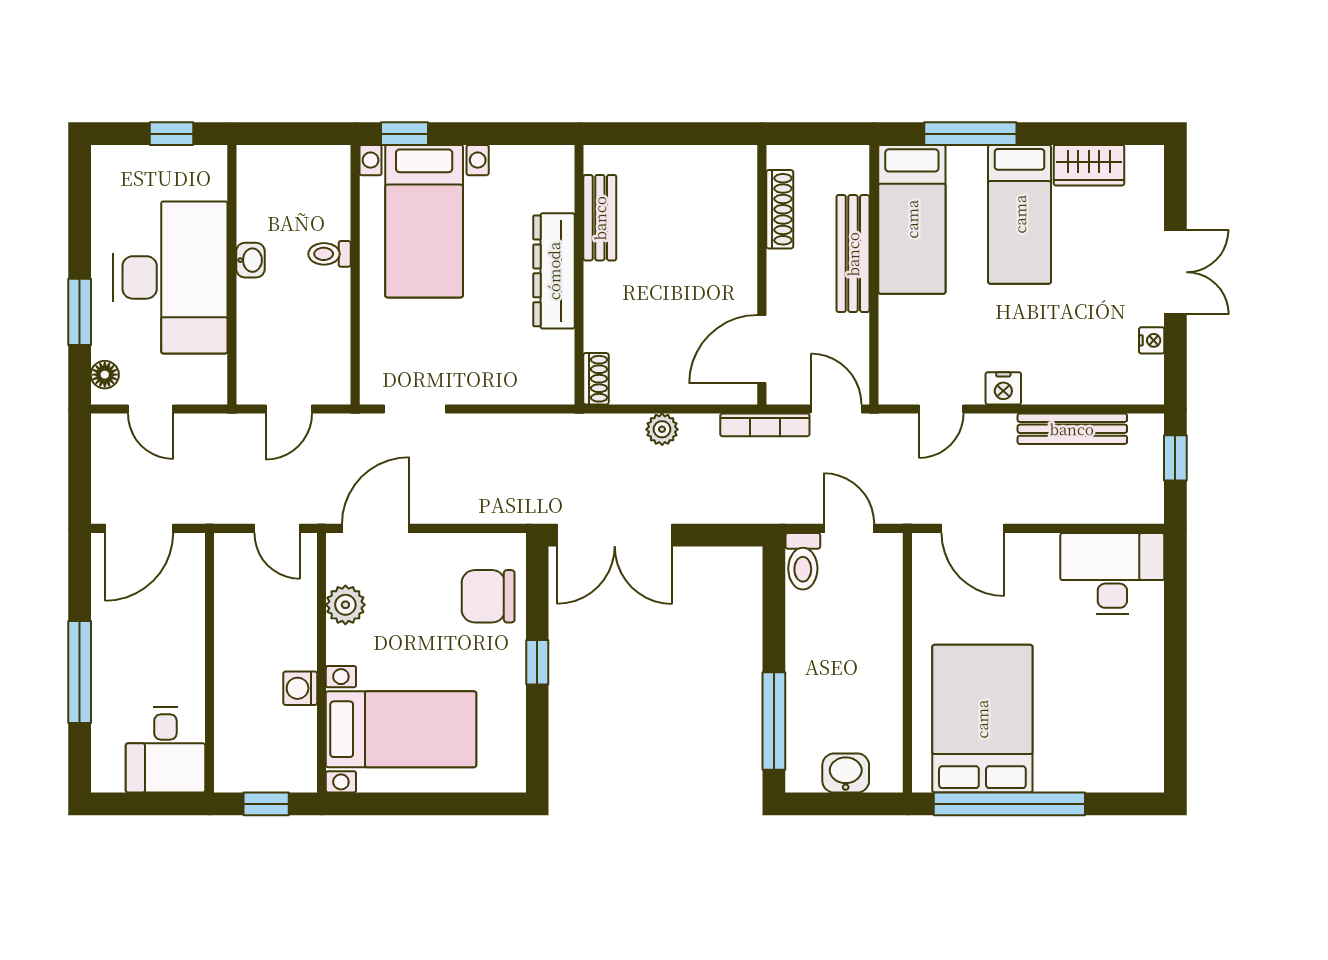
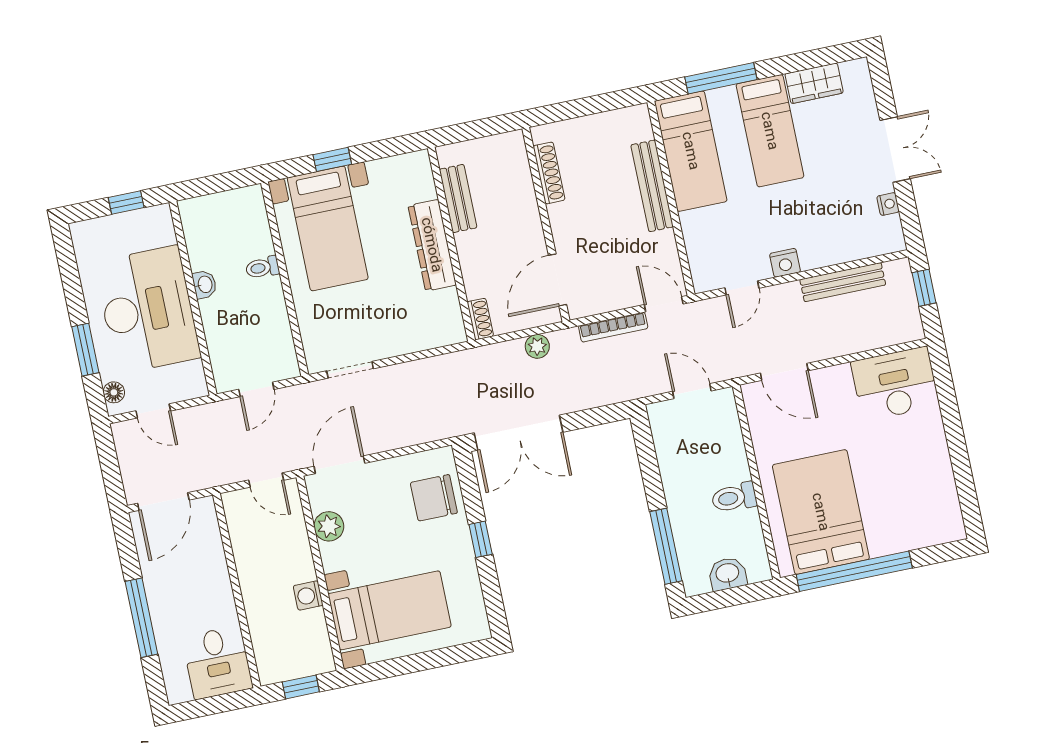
window: (405, 134) -> (332, 159), moved
shoe rack: (780, 209) -> (549, 173), moved
wall: (762, 275) -> (546, 224), moved
door: (762, 349) -> (557, 280), moved
toilet: (803, 561) -> (734, 497), moved, turned 90

